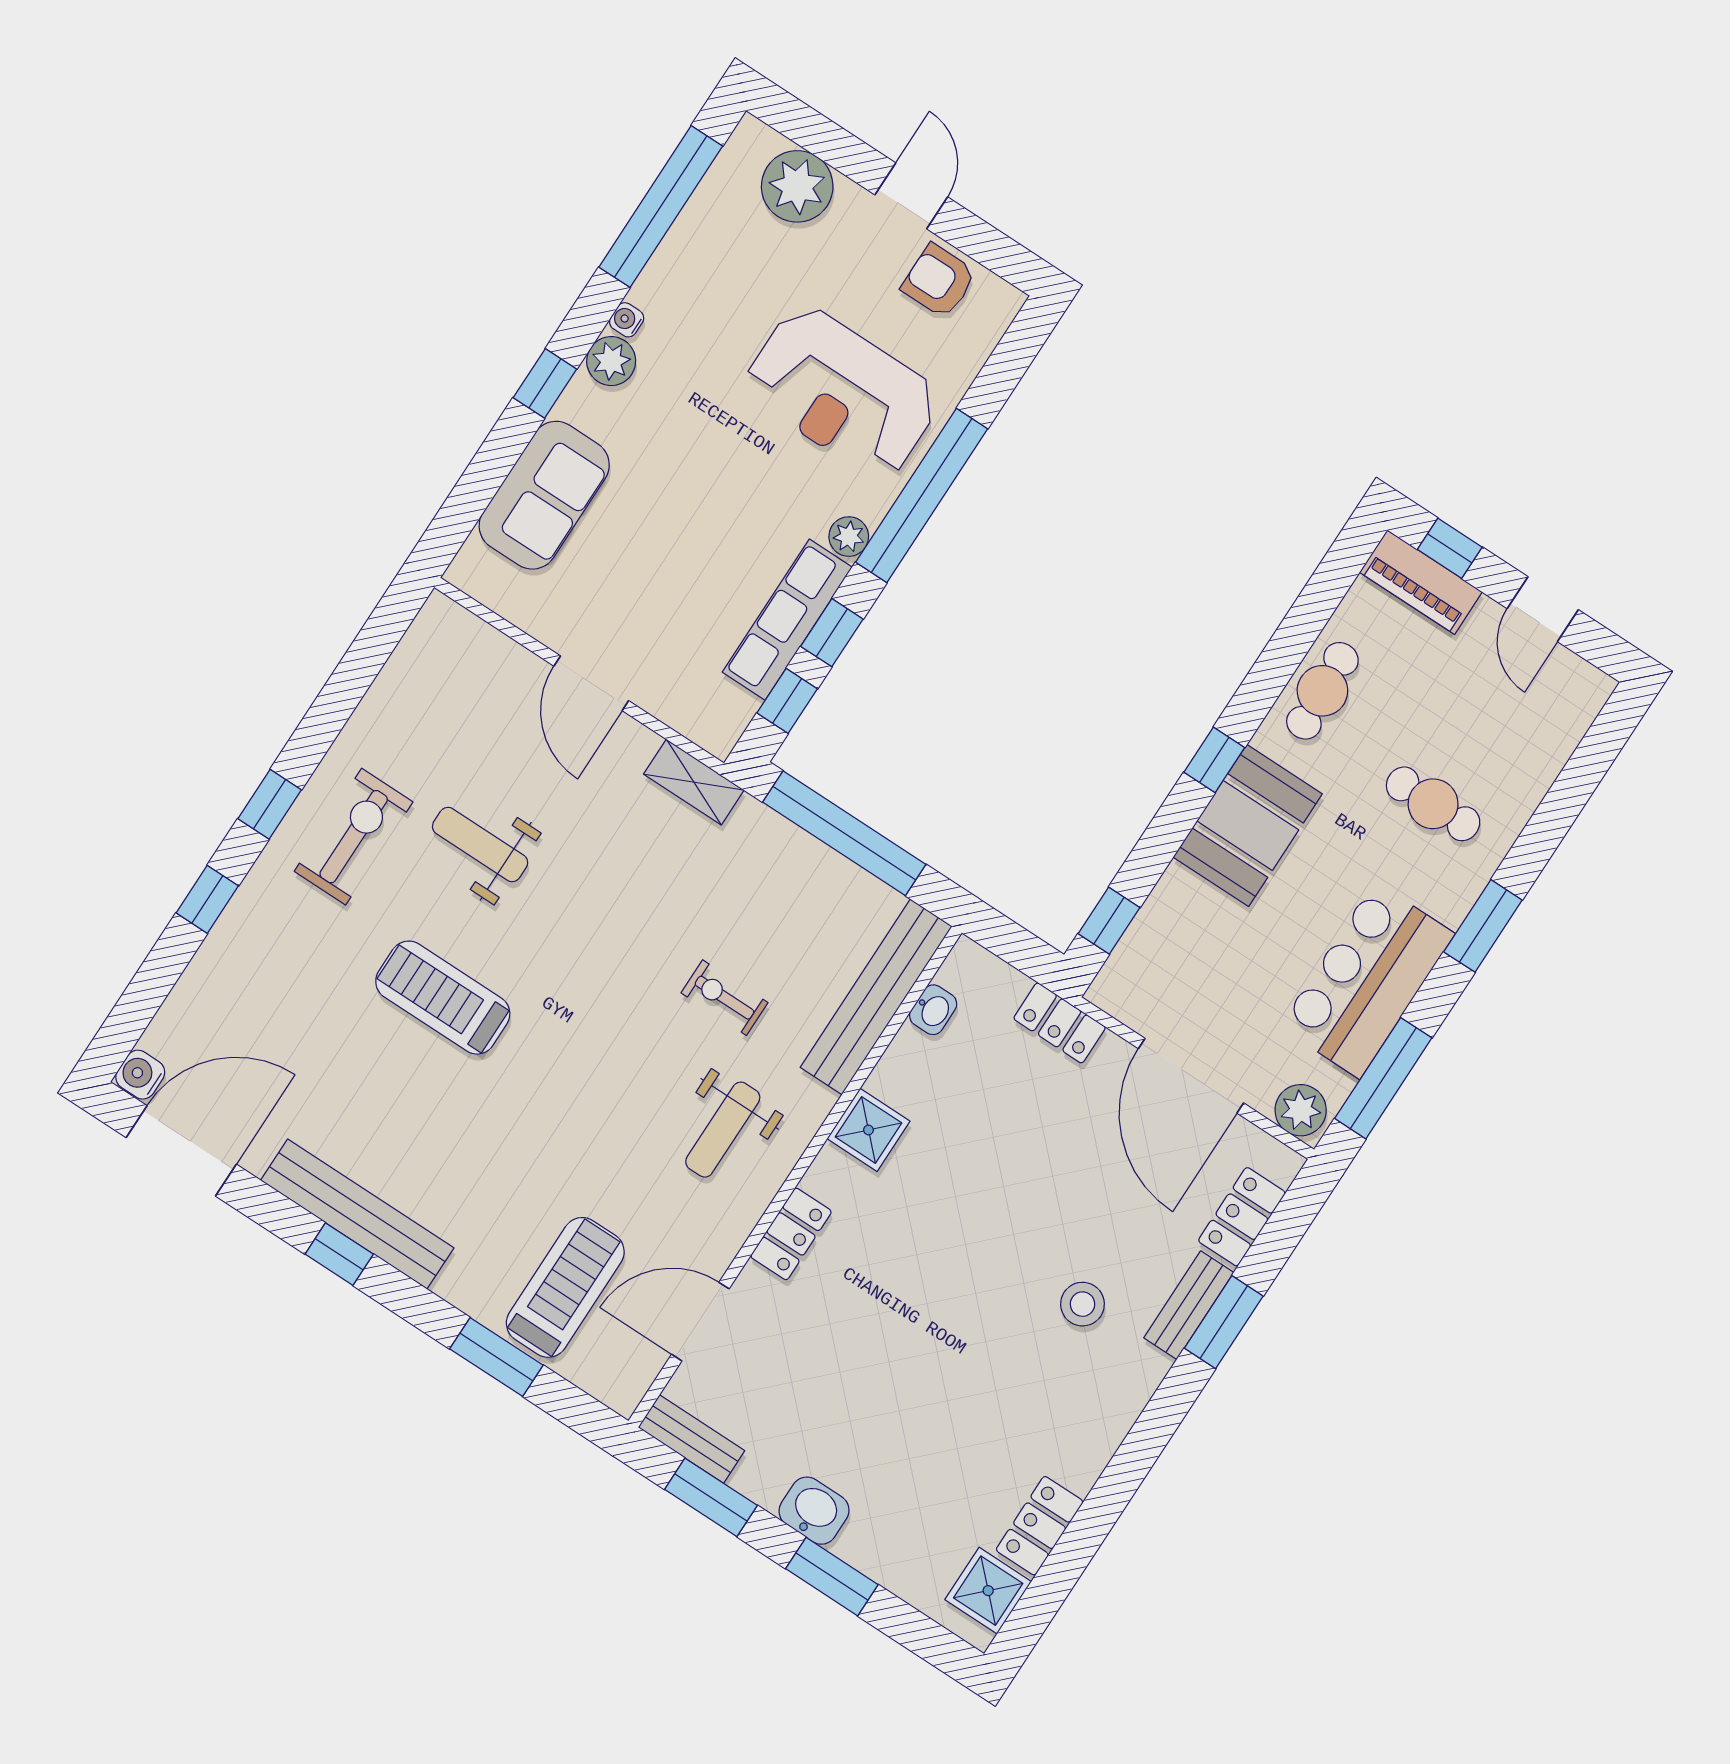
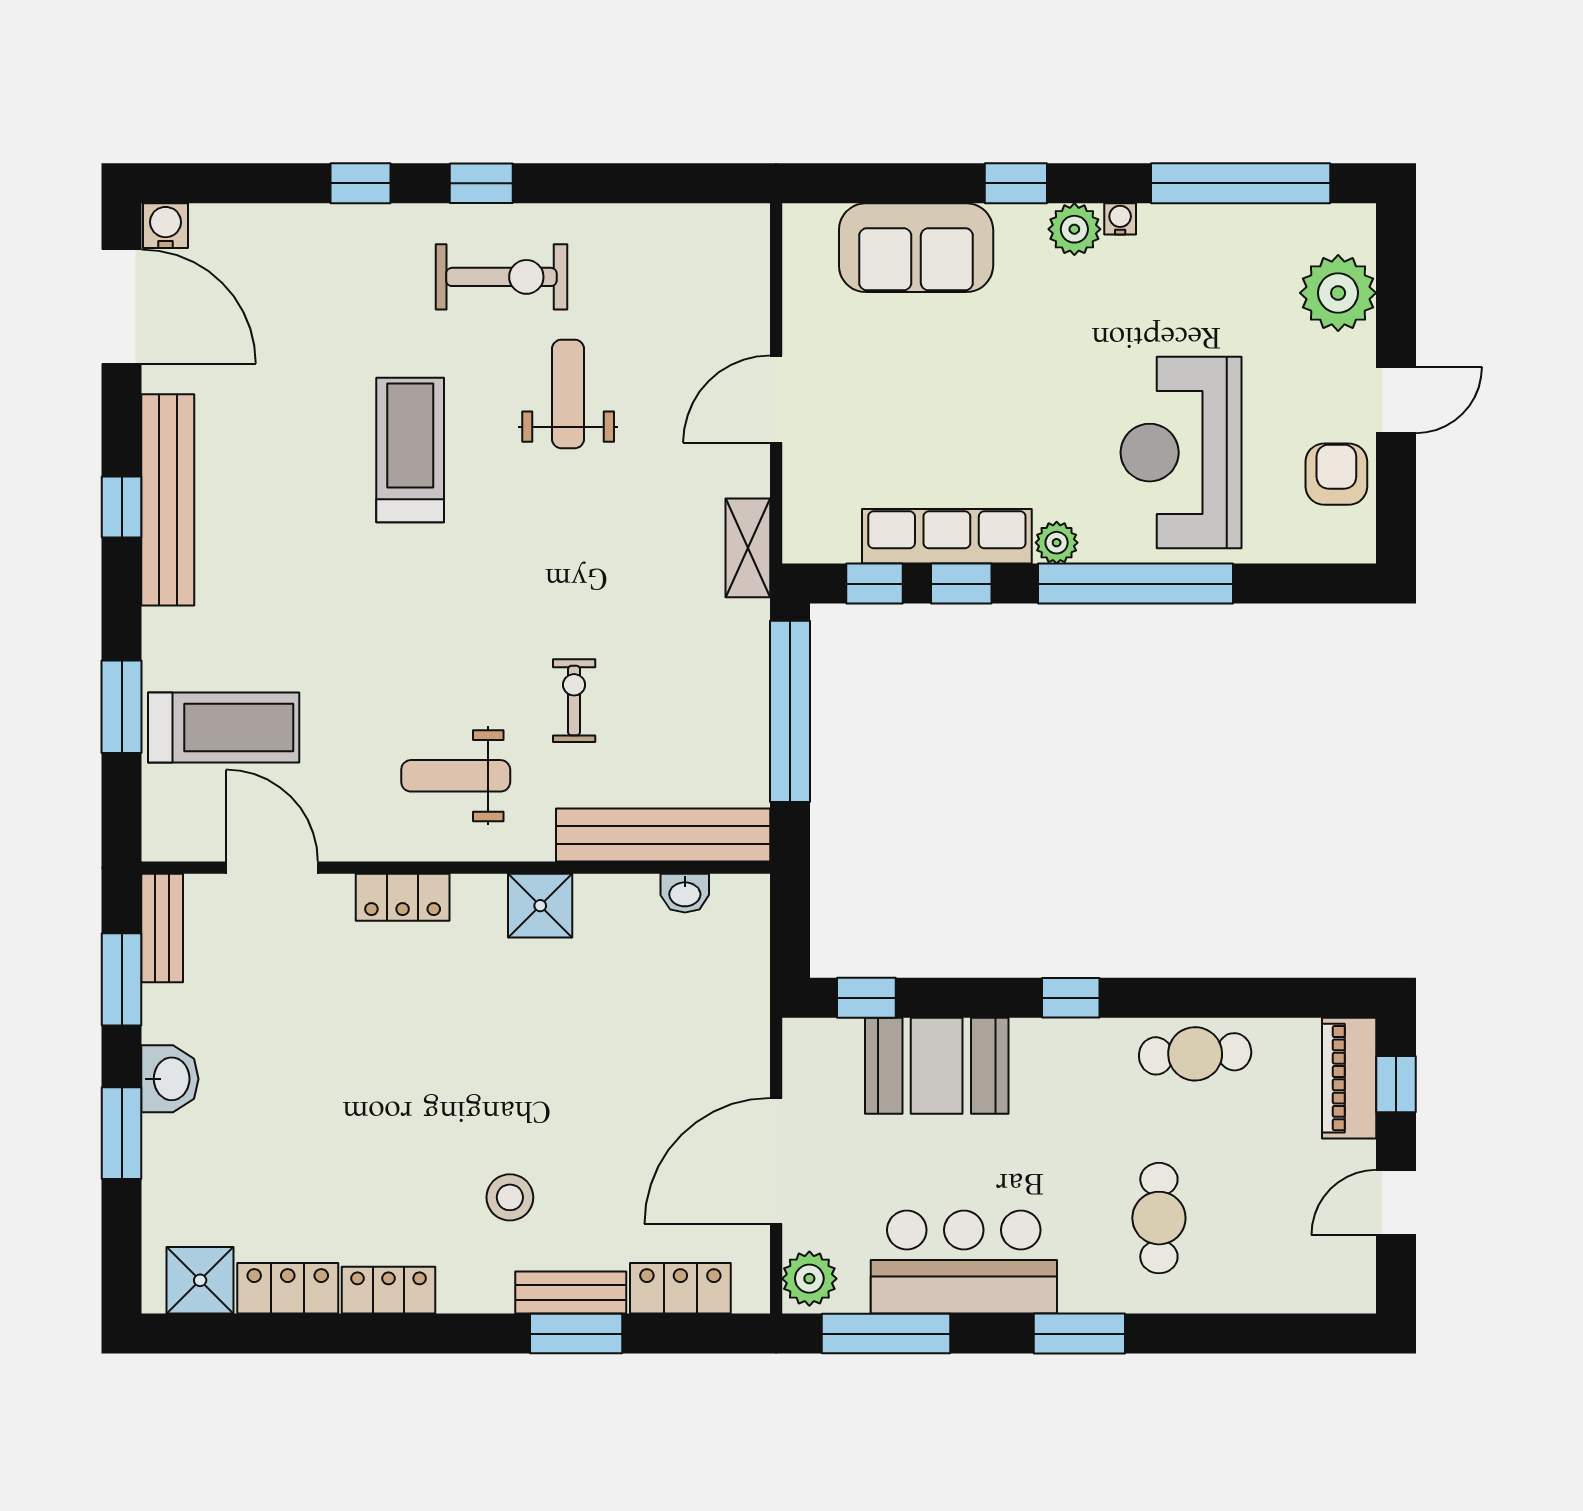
booth: (1248, 825) -> (937, 1066), moved
locker: (1060, 1023) -> (389, 1290), moved, turned 90

